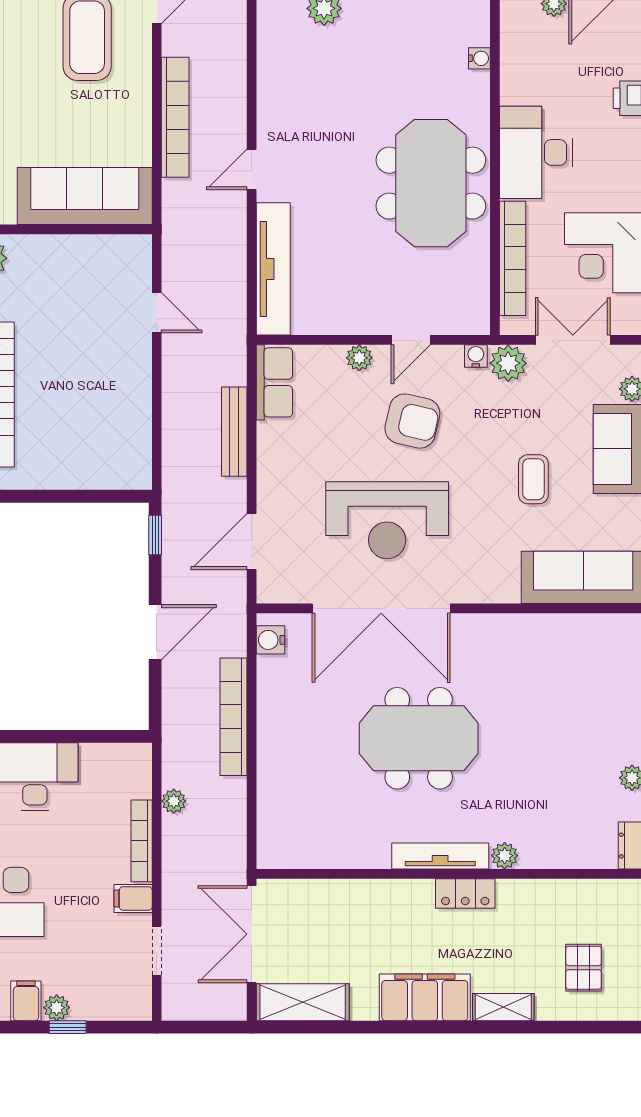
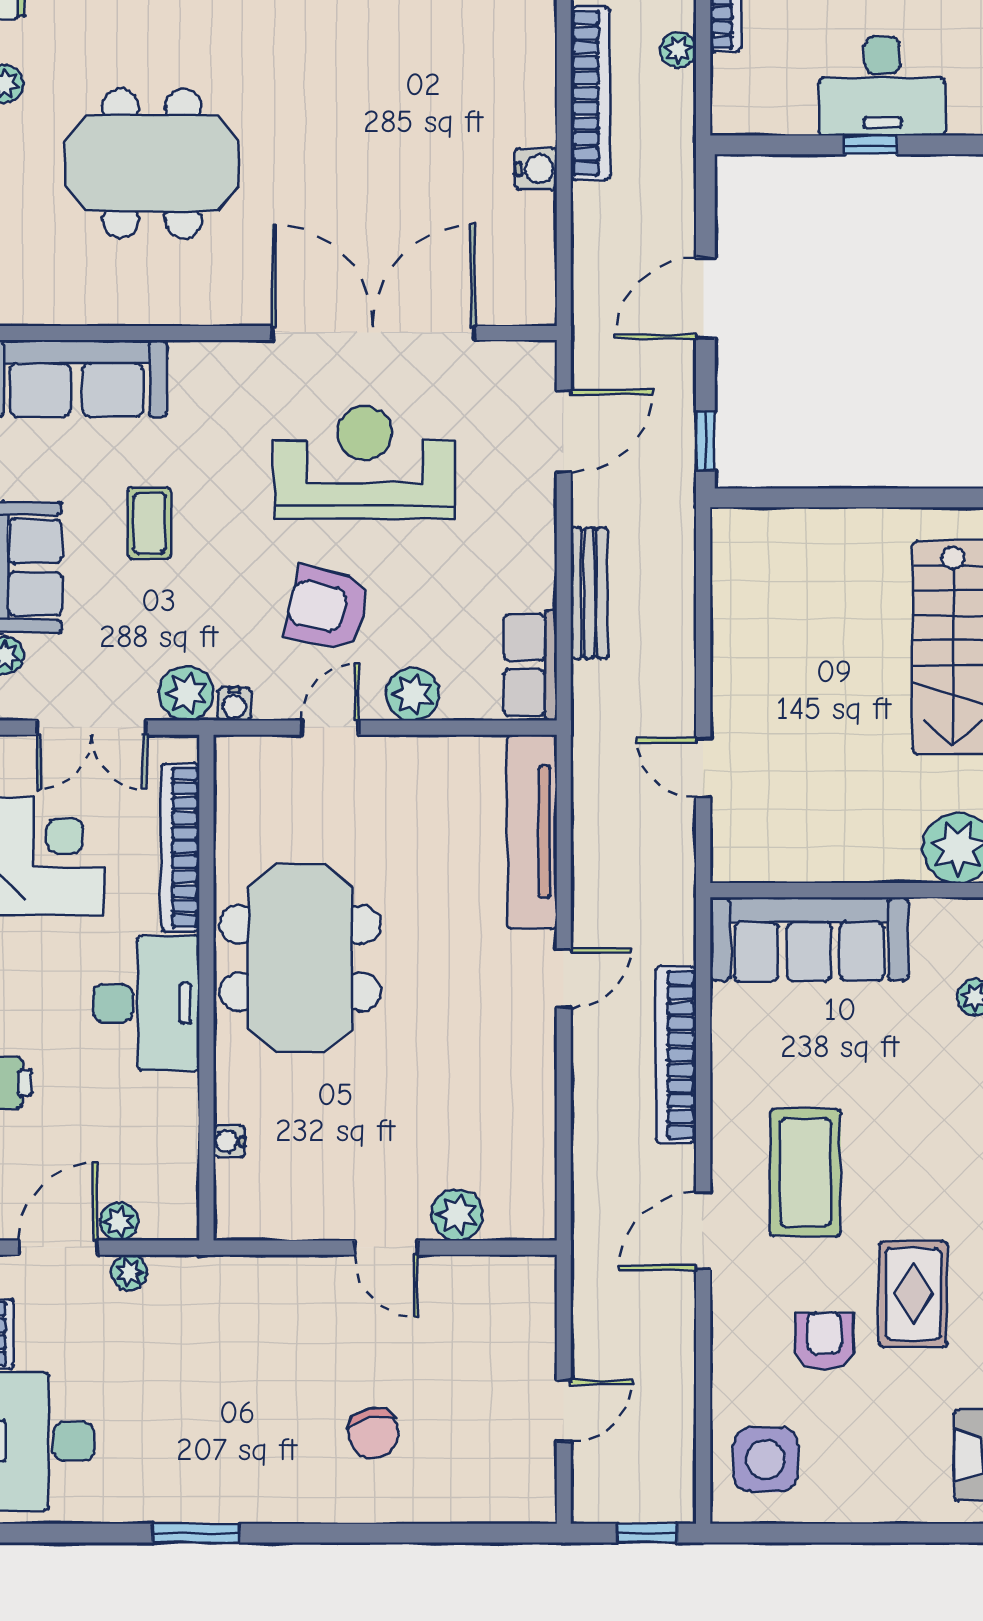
plant: (359, 358) -> (413, 694), width x1.38, depth x1.38
water cooler: (270, 640) -> (536, 169), moved
bookcase: (233, 717) -> (590, 93), moved
window: (43, 736) -> (871, 145), added
meeting table: (419, 738) -> (152, 163), moved

